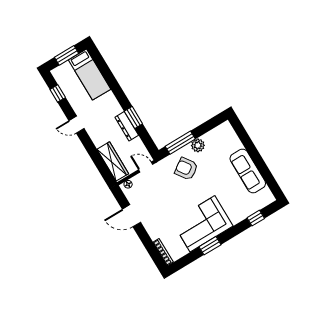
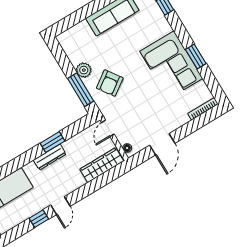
window: (58, 93) -> (39, 219), moved
dresser: (127, 126) -> (50, 157), moved

